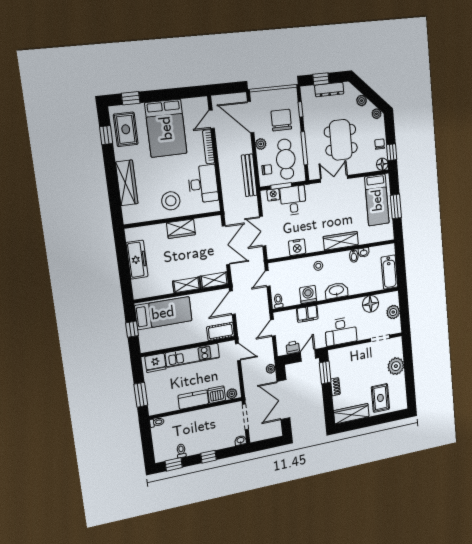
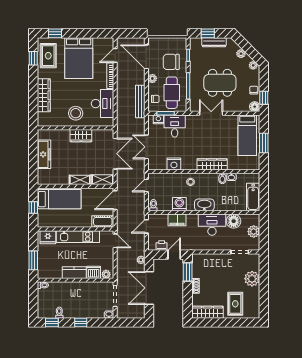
chair: (281, 120) -> (171, 62), turned -90
dining table: (341, 140) -> (220, 83), turned 90
desk: (341, 331) -> (212, 225), moved, turned 180

